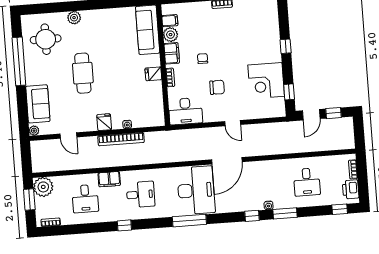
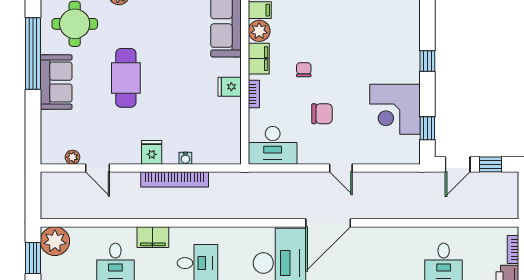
sofa: (38, 104) -> (56, 82), moved
plant: (34, 131) -> (72, 157), moved

